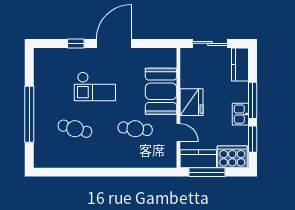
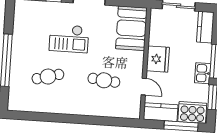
booth: (161, 91) -> (131, 28), moved
cafe table: (75, 129) -> (48, 77), turned -30
window: (207, 172) -> (181, 126), moved

